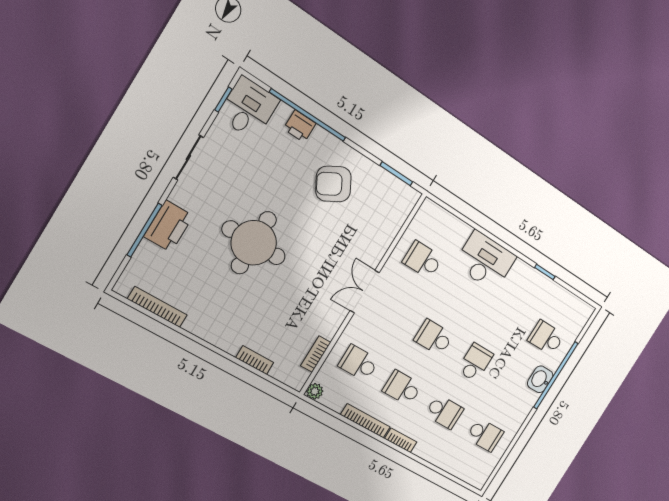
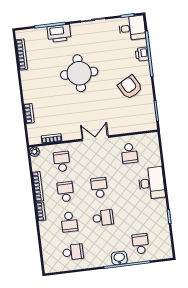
school desk: (423, 260) -> (129, 153), turned 180
school desk: (485, 435) -> (73, 252), turned -90

